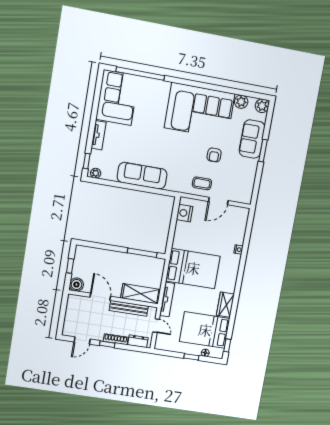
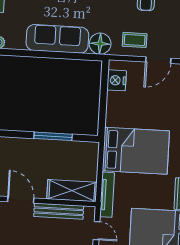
floor lamp: (175, 183) -> (100, 44), added
window: (142, 253) -> (53, 136), moved

